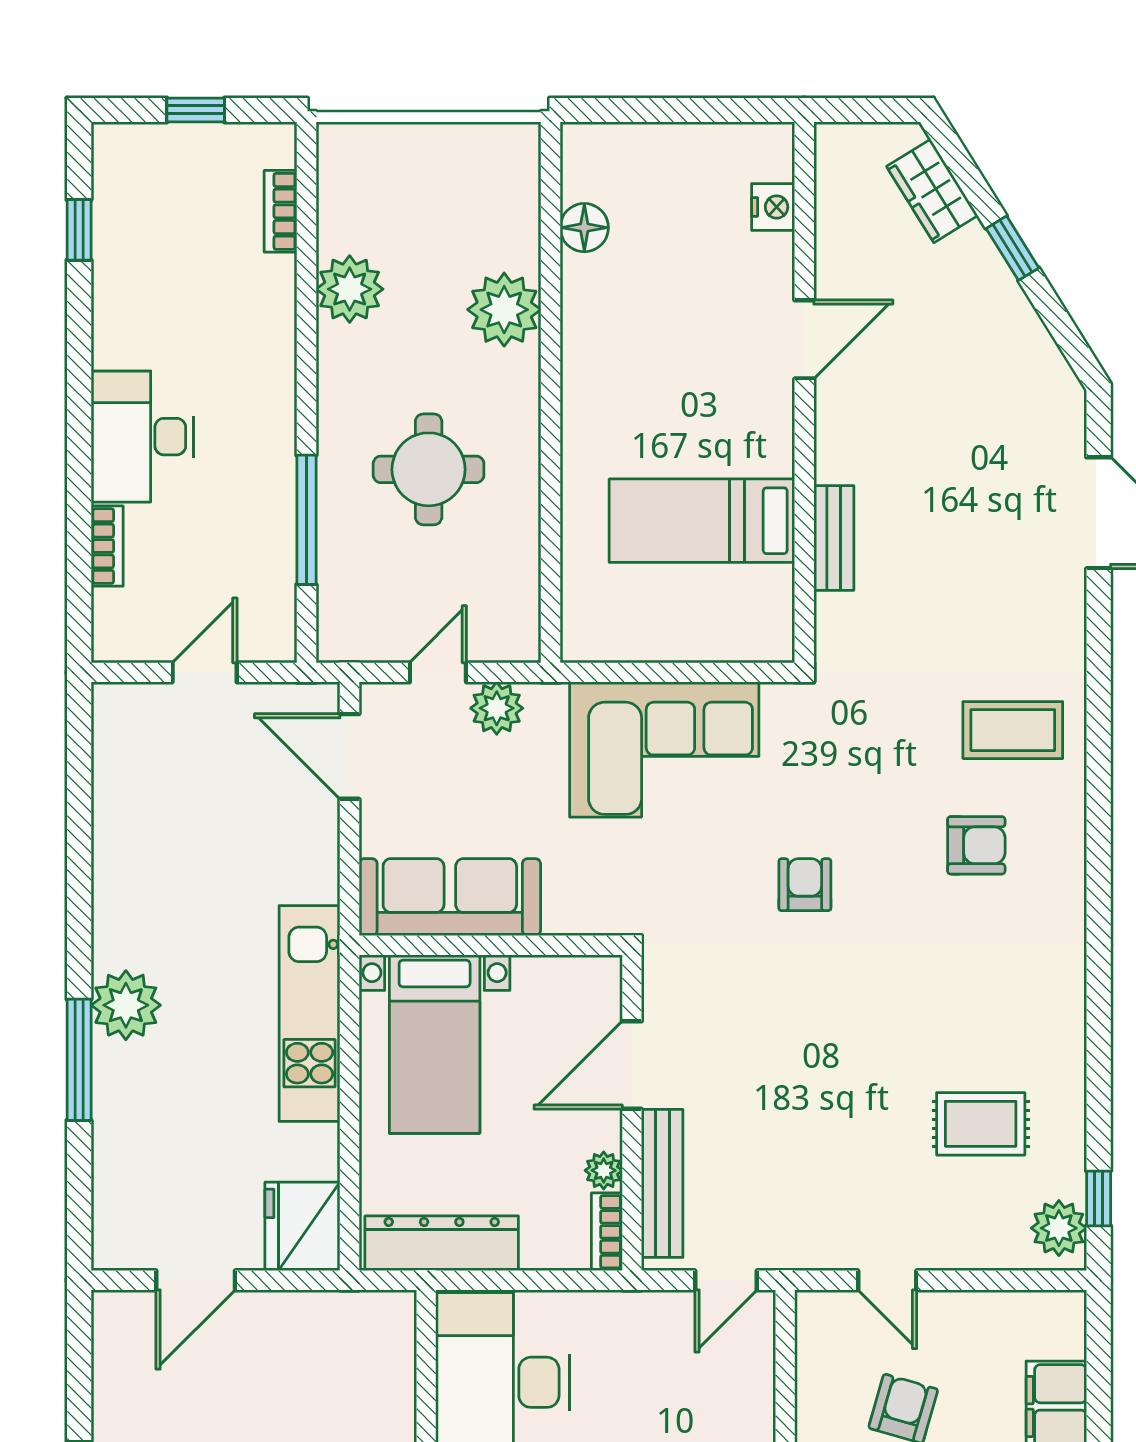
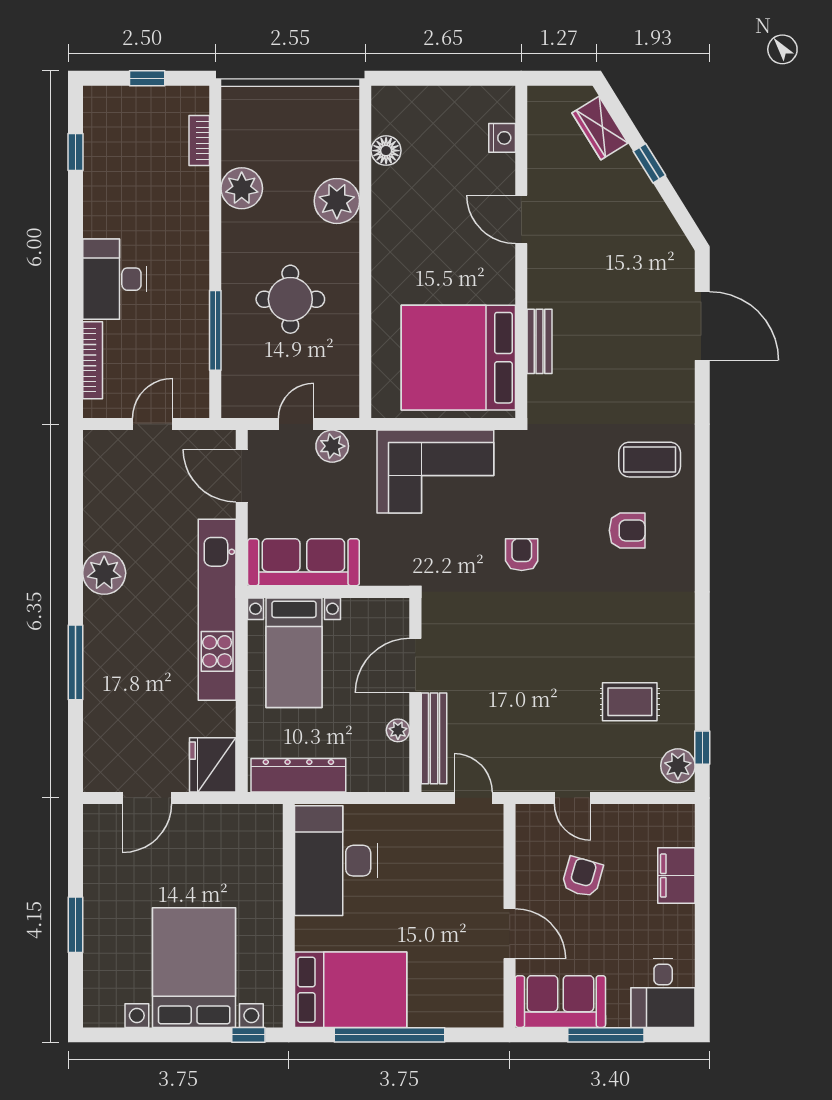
door: (804, 339) -> (521, 219), swing flipped
bed: (702, 521) -> (458, 358), width x2.04
bookcase: (107, 546) -> (93, 360), width x1.56
plant: (126, 1005) -> (104, 573), moved
kitchen unit: (310, 1013) -> (217, 610), width x1.36
bookcase: (607, 1232) -> (400, 768), removed
door: (726, 1280) -> (473, 798), swing flipped

